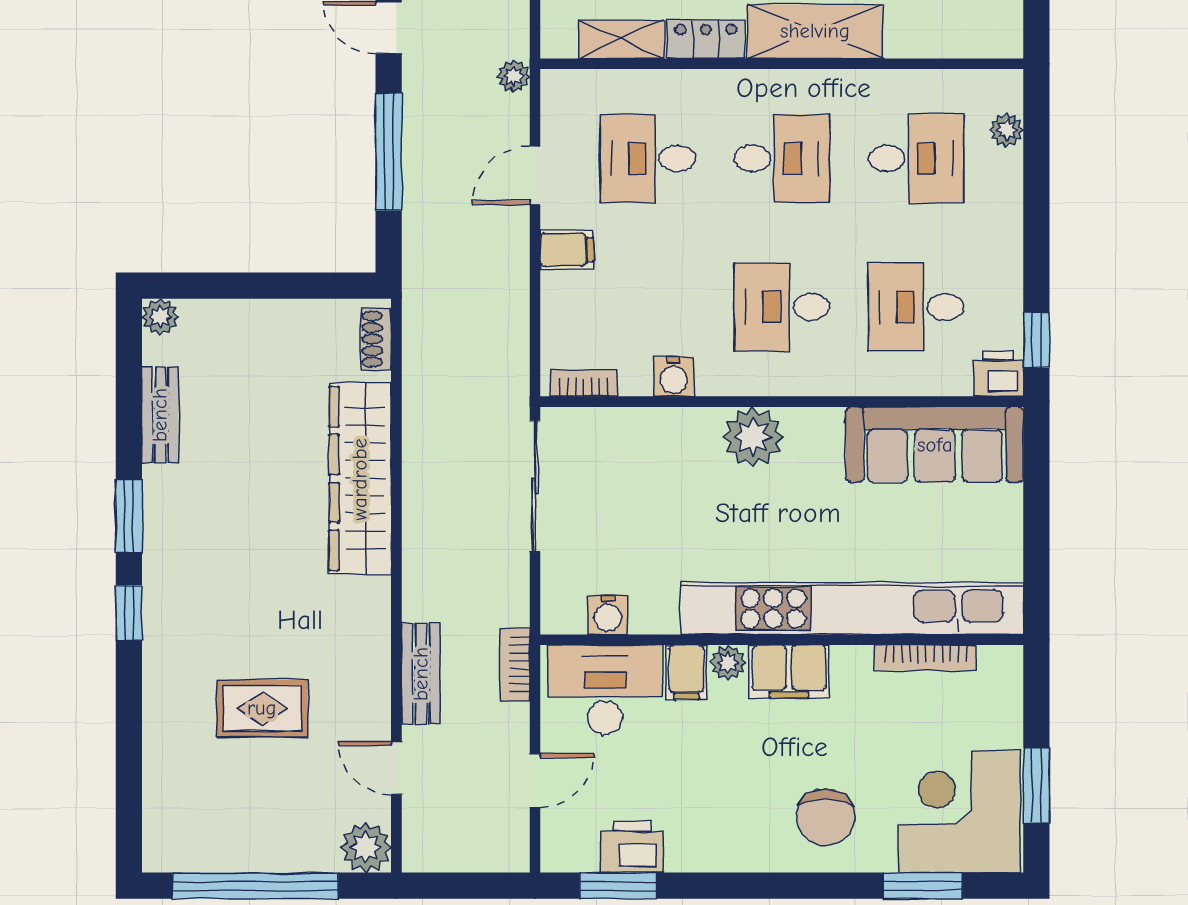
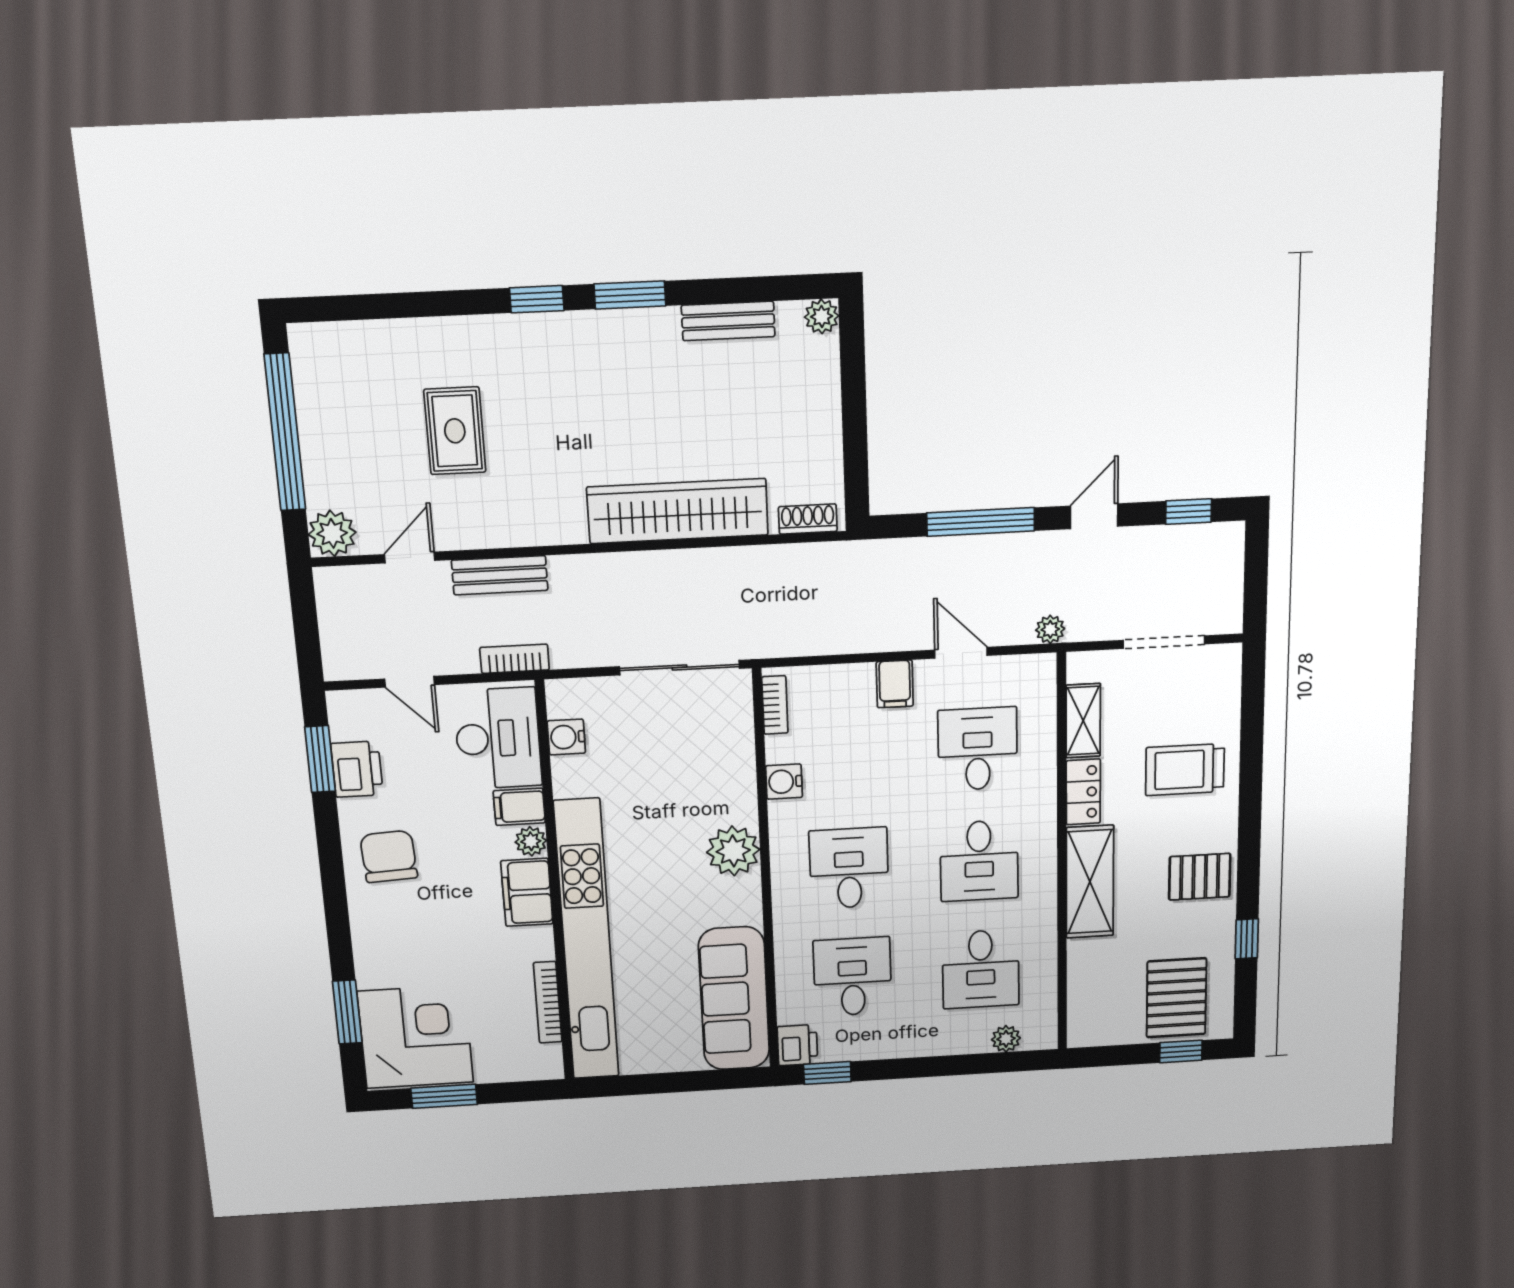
chair: (826, 817) -> (389, 856), moved, turned 87

